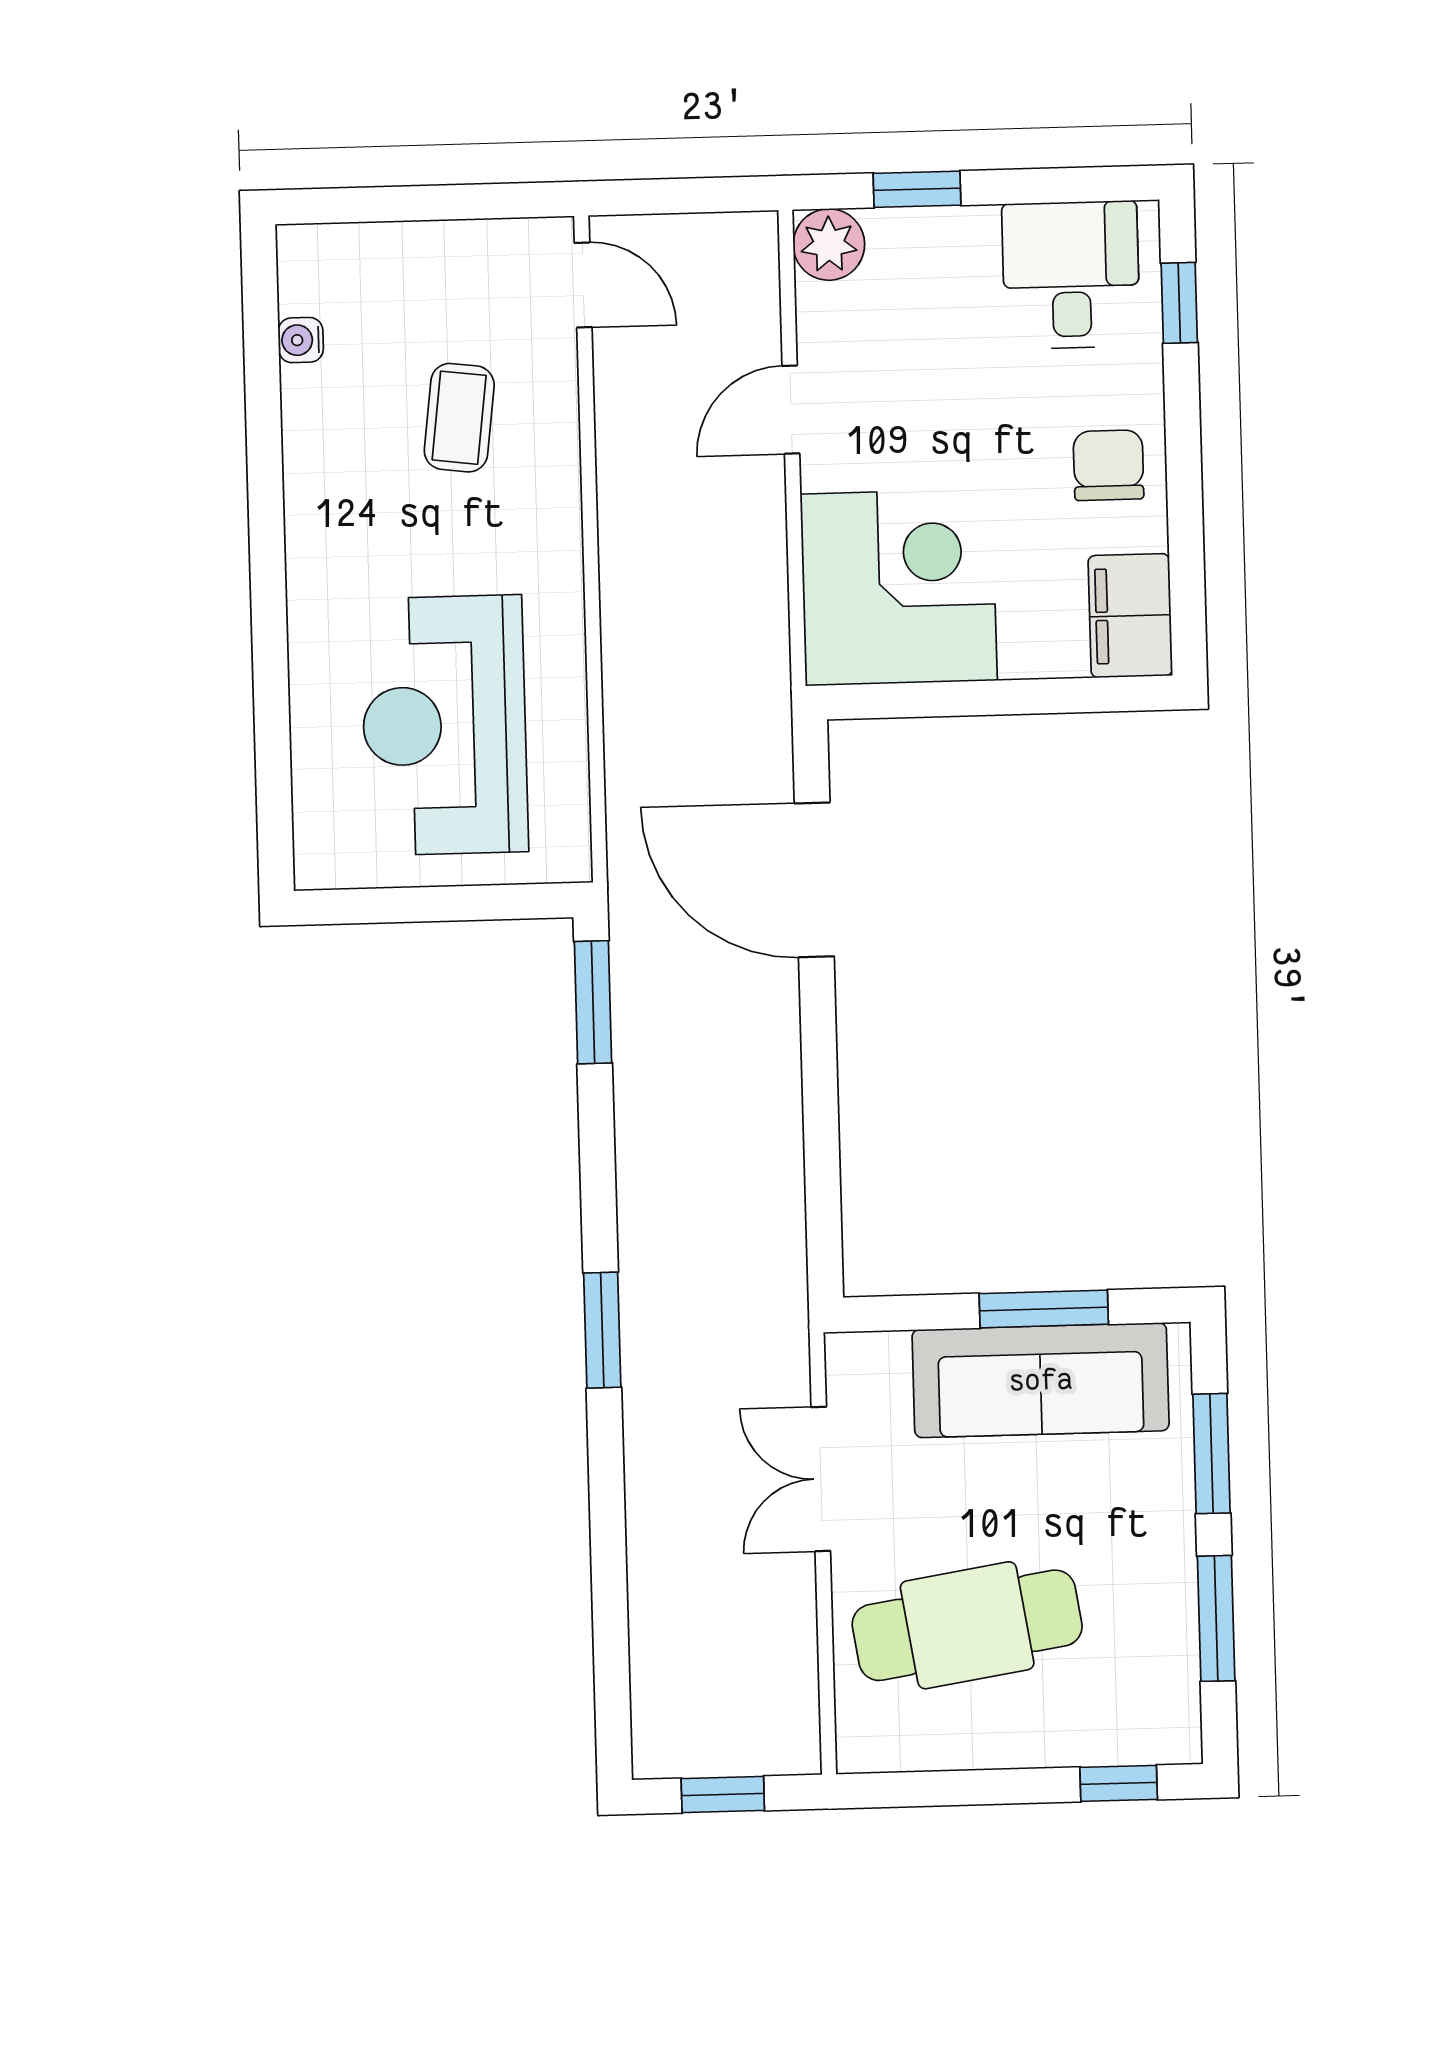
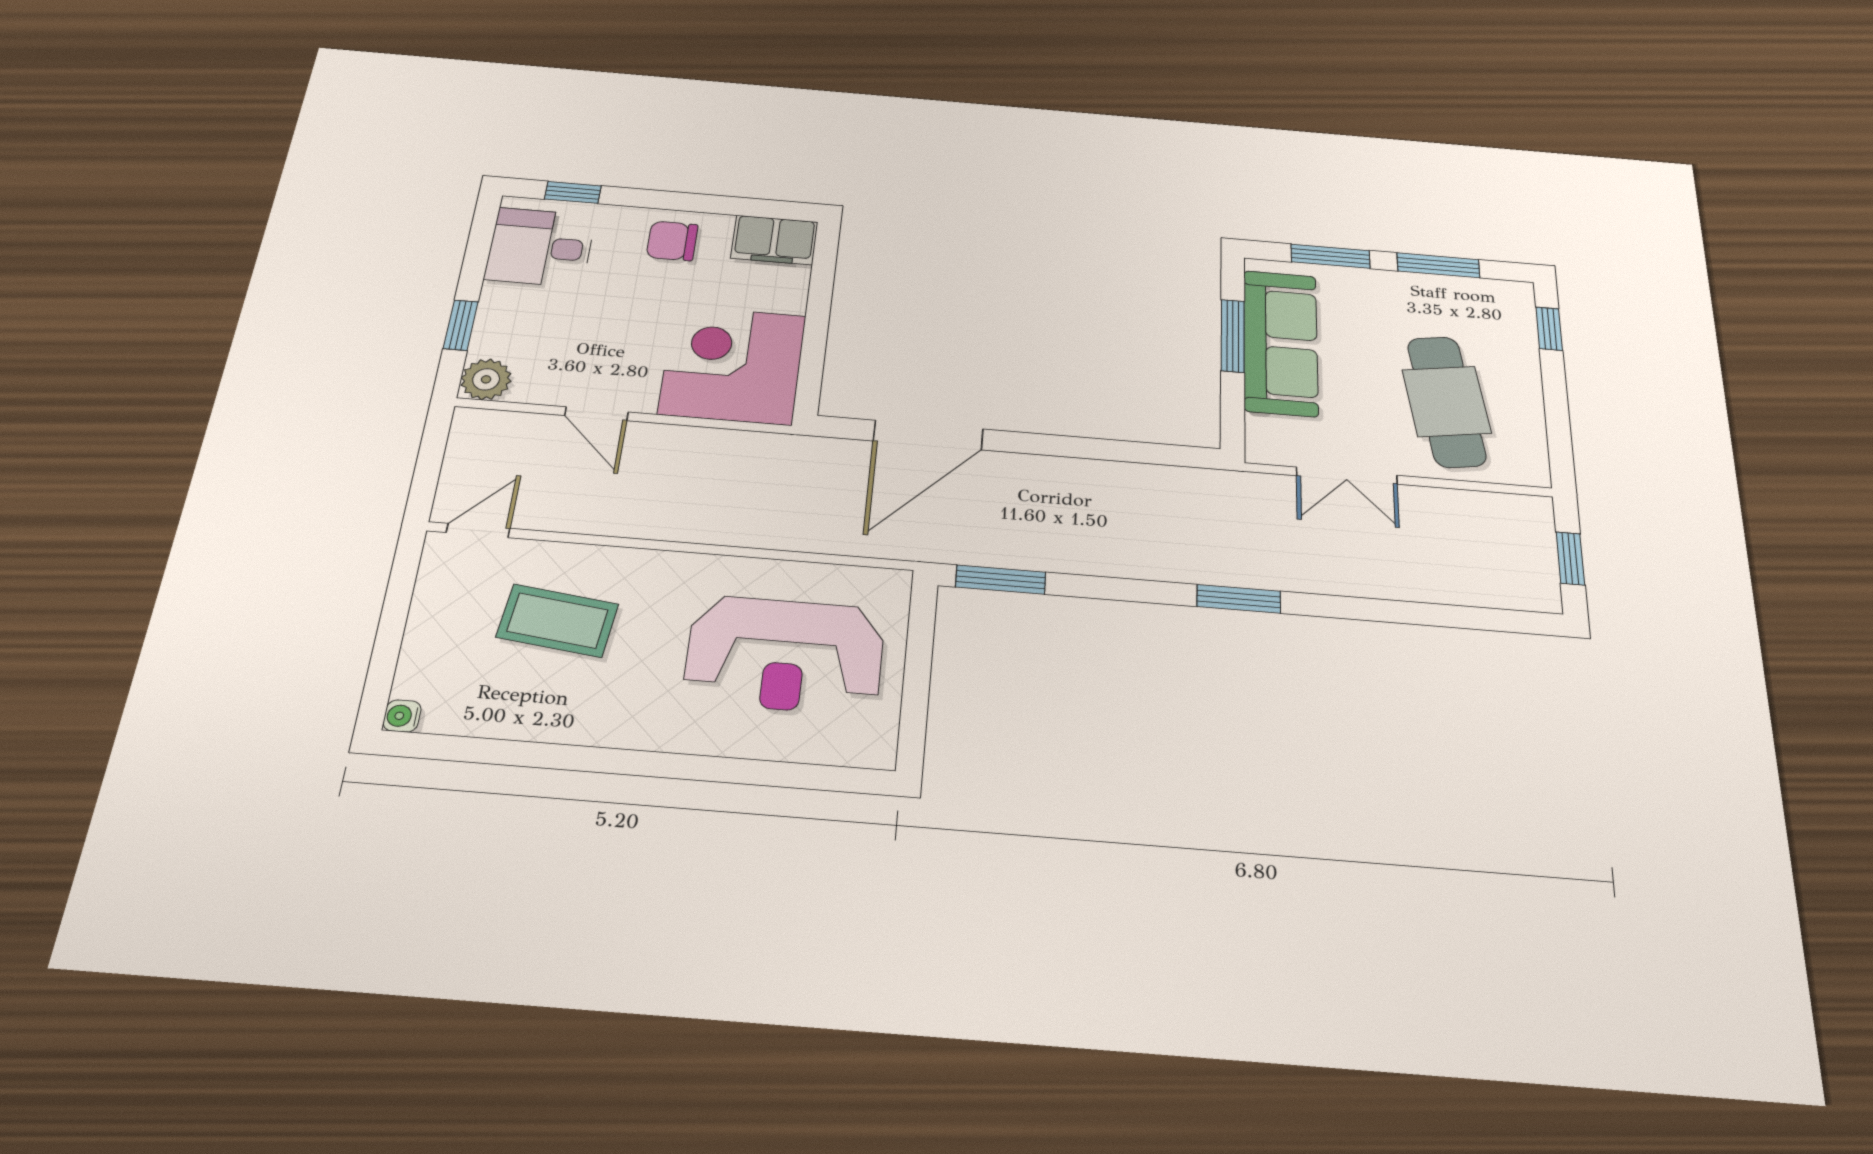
water cooler: (301, 340) -> (402, 716), moved, turned 90
coffee table: (459, 418) -> (557, 621), width x1.36, depth x1.30

